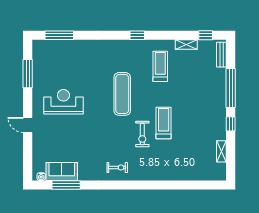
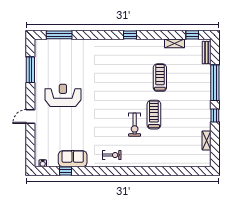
treadmill: (160, 66) -> (160, 78), moved
exercise mat: (122, 94) -> (116, 88), removed
door: (28, 125) -> (30, 116), hinge flipped
sofa: (62, 172) -> (73, 159), moved
window: (66, 185) -> (65, 171), width x0.46

